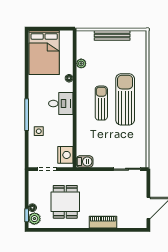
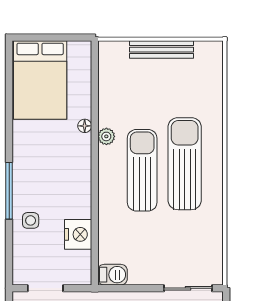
plant: (81, 63) -> (106, 136), moved
sun lounger: (101, 103) -> (142, 170), width x1.36, depth x1.34
desk: (61, 104) -> (70, 171), removed
nightstand: (65, 155) -> (78, 234), moved

